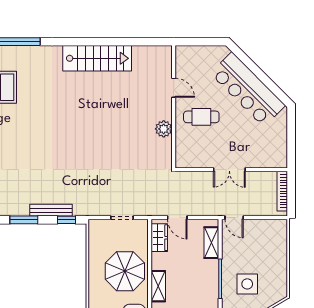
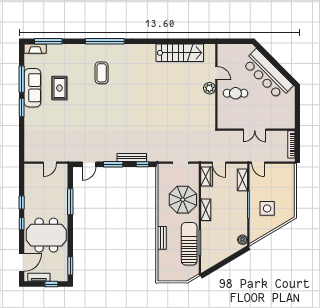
stairs: (97, 58) -> (180, 53), moved
plant: (164, 129) -> (209, 88), moved

